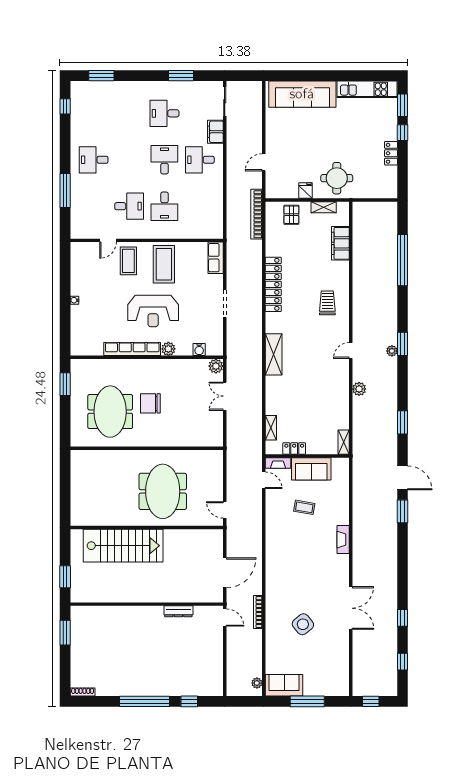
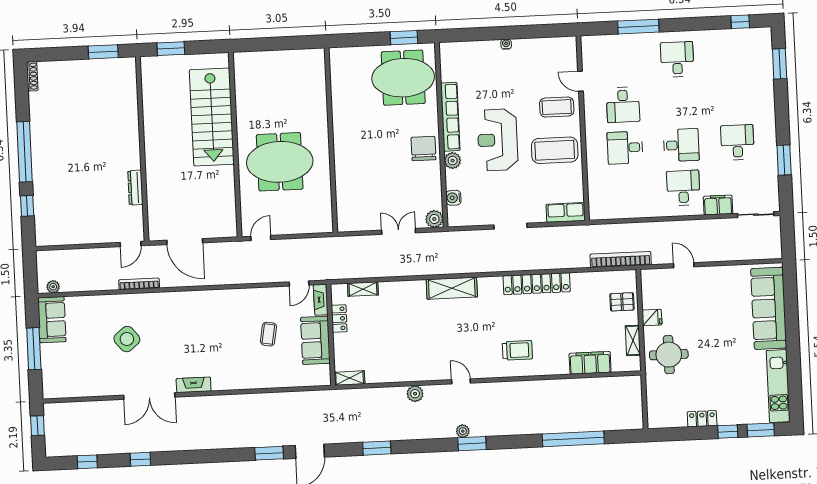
chair: (150, 403) -> (423, 149), moved
meeting table: (110, 412) -> (403, 78), moved
fireplace: (343, 540) -> (194, 385), moved

